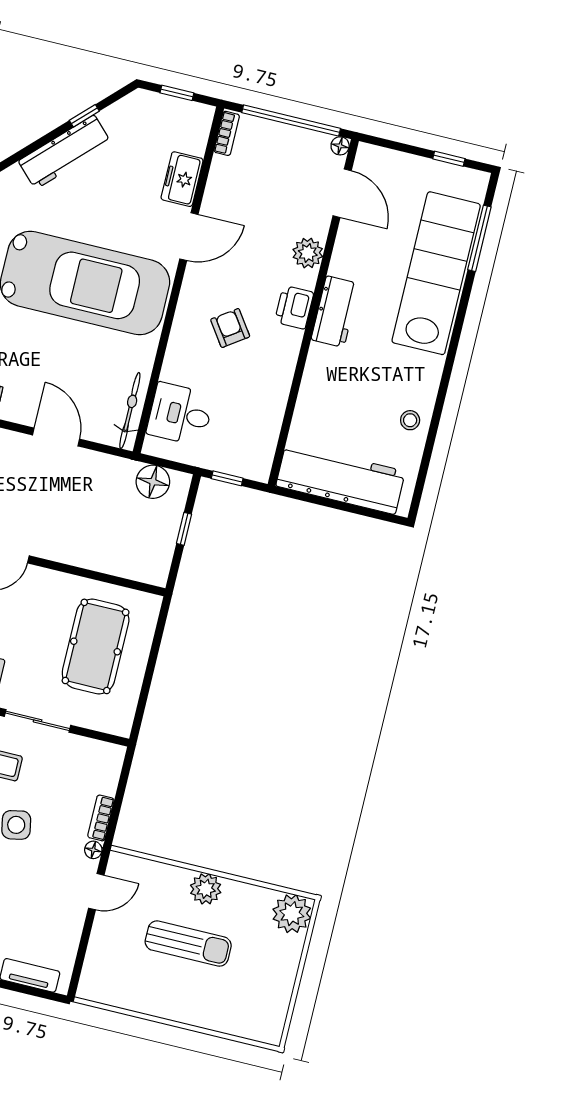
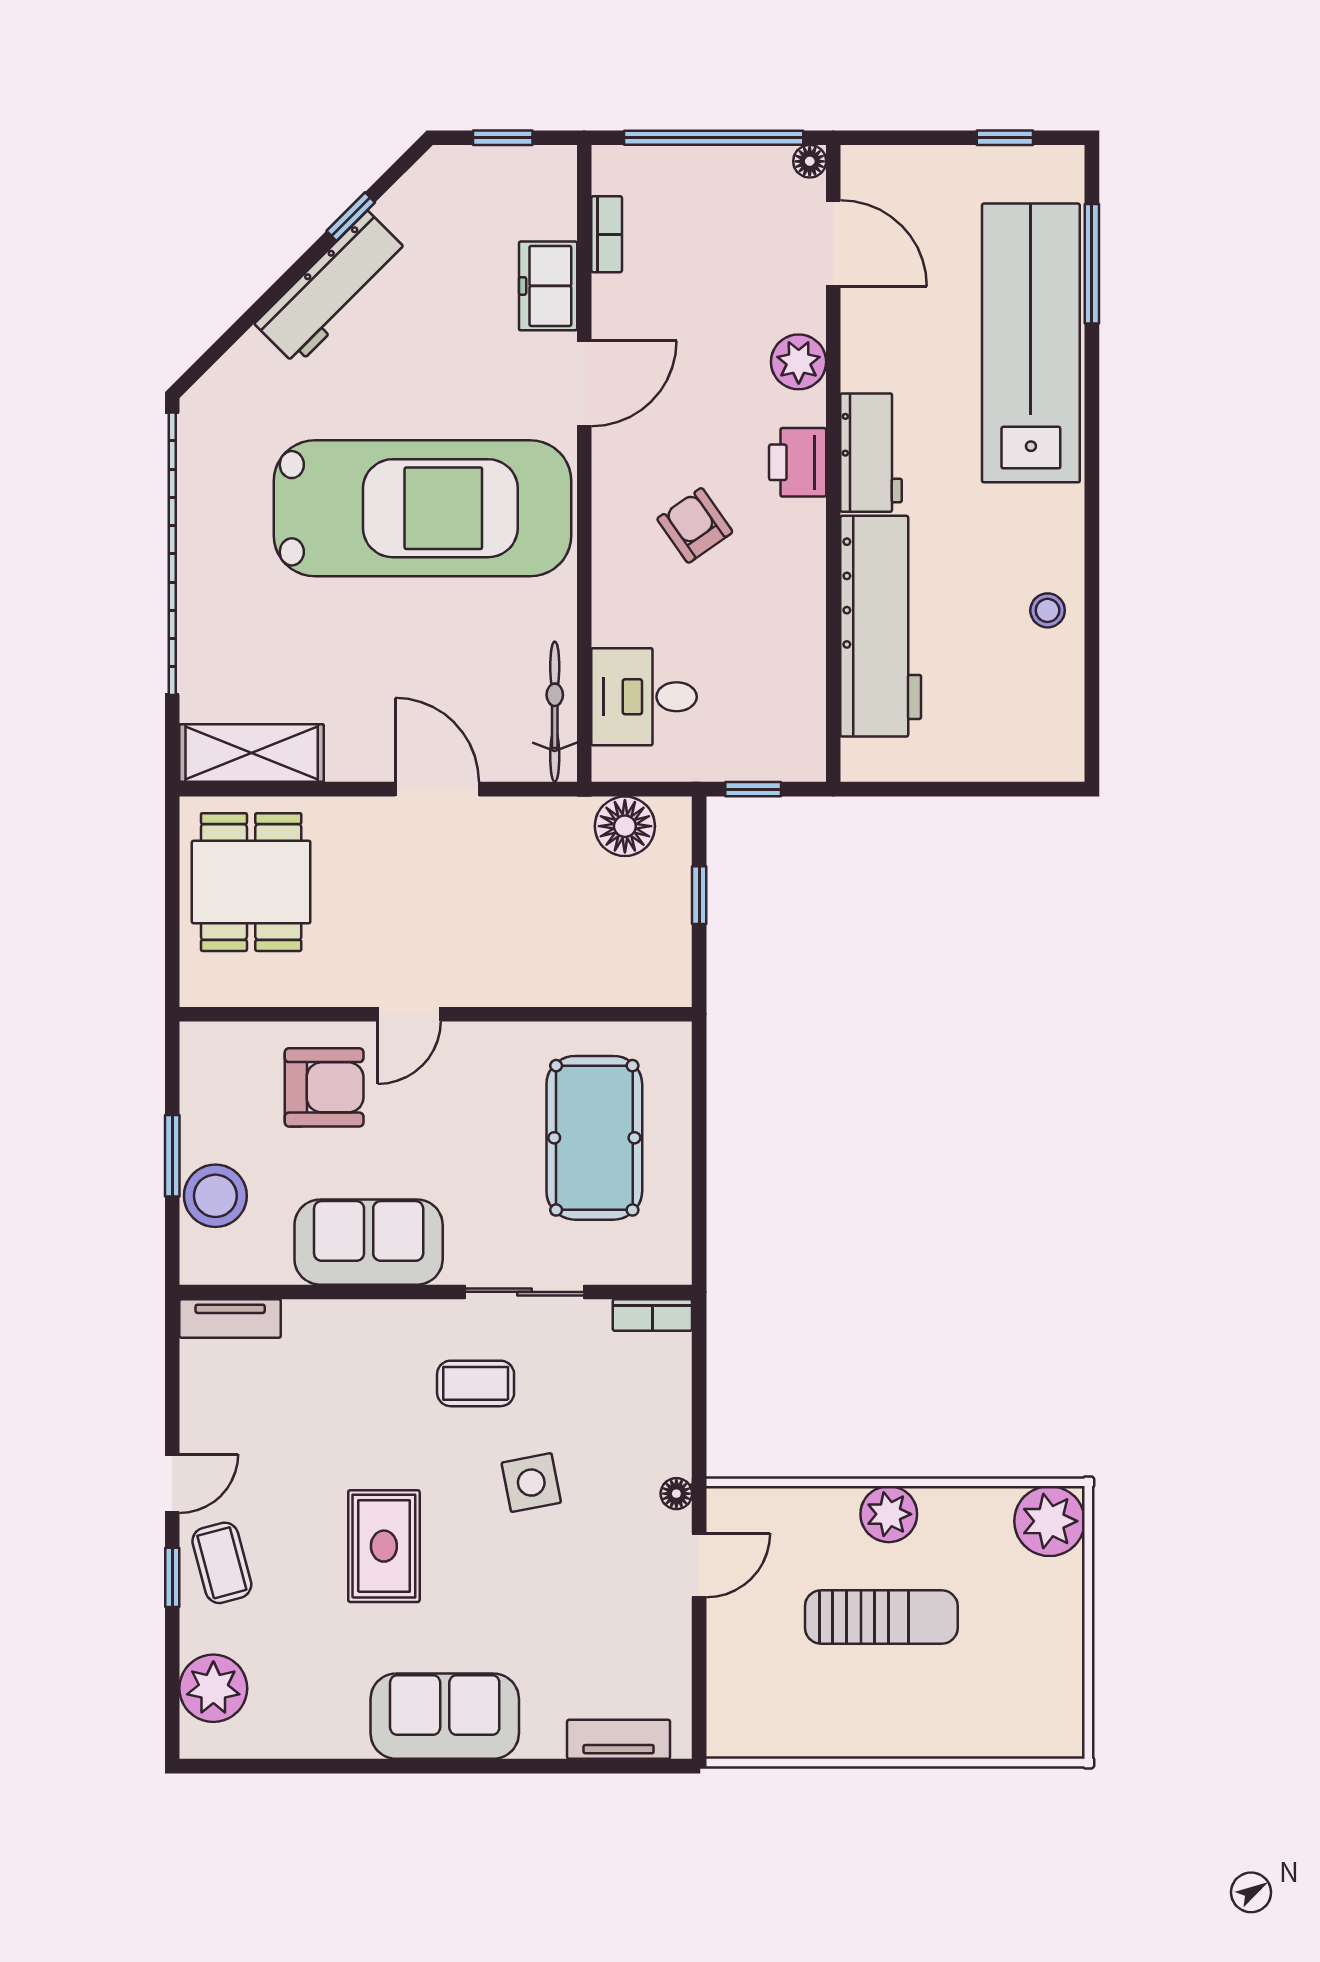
bookcase: (227, 133) -> (607, 234), moved
workbench: (341, 479) -> (881, 626), moved, turned 90
bookcase: (101, 818) -> (652, 1315), moved, turned -90

